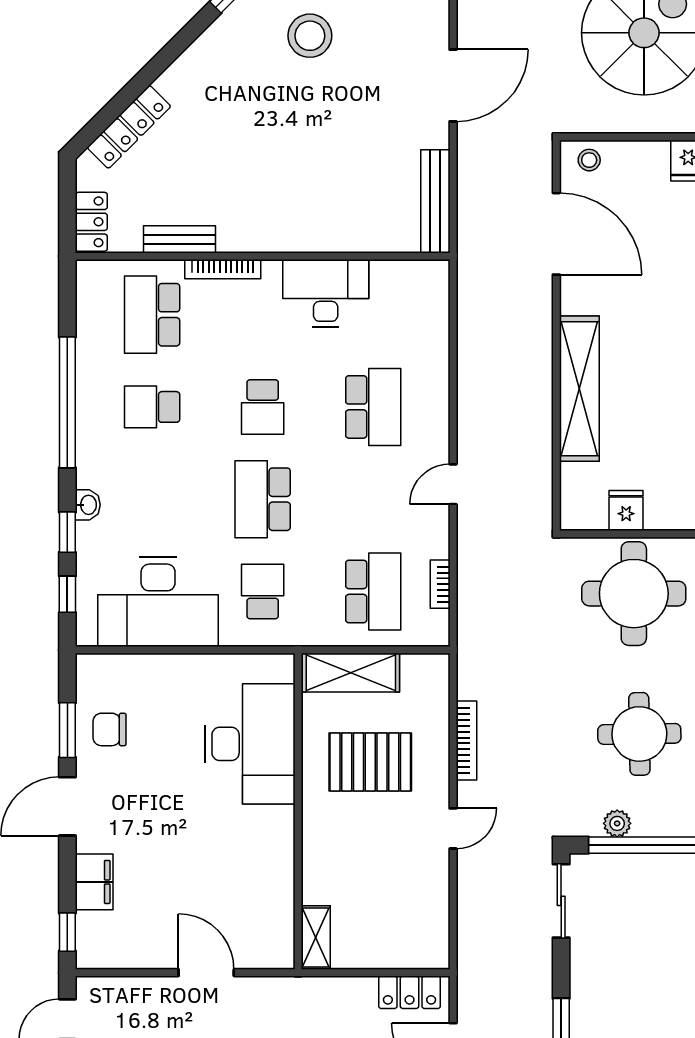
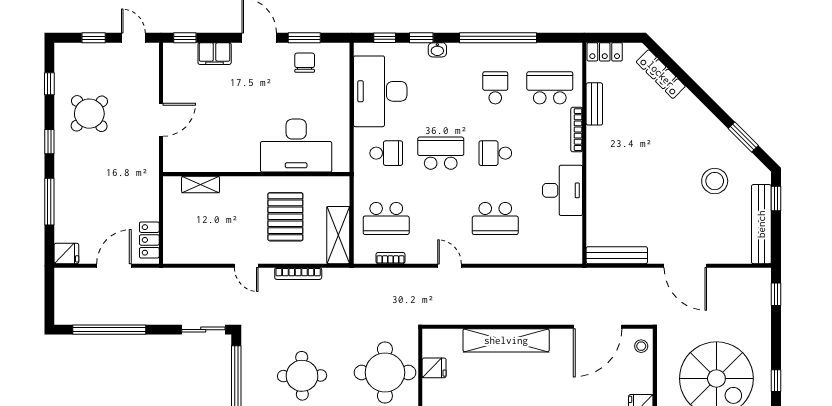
shelving: (351, 673) -> (338, 235), moved
plant: (617, 823) -> (249, 363), removed
shelving: (316, 938) -> (201, 184), moved

